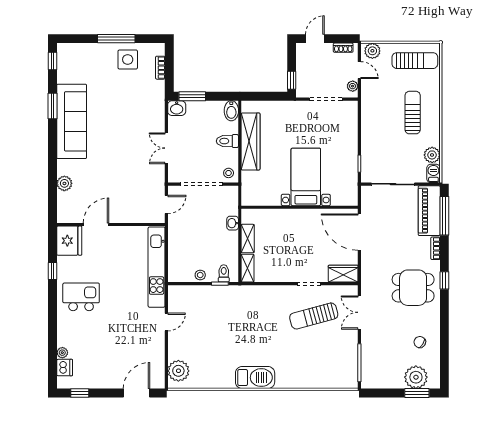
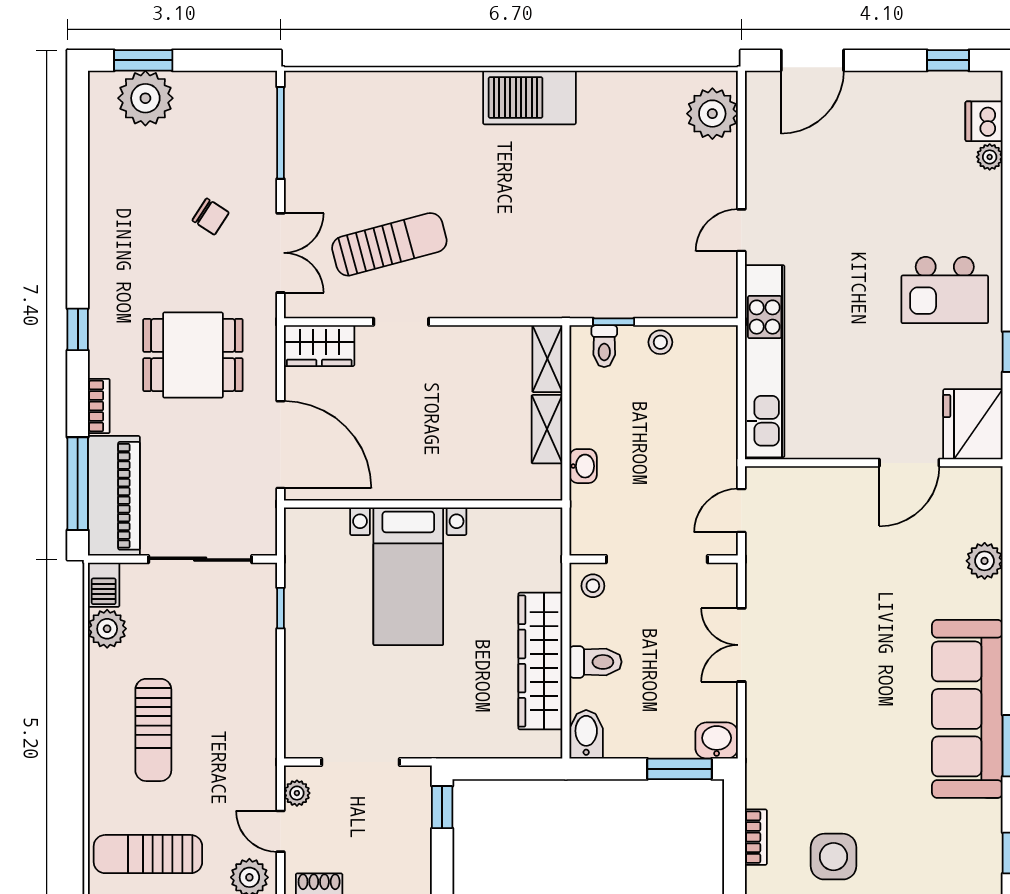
double door: (166, 148) -> (741, 645), swing flipped
dining table: (413, 288) -> (193, 355), moved
chair: (420, 342) -> (211, 217), moved

